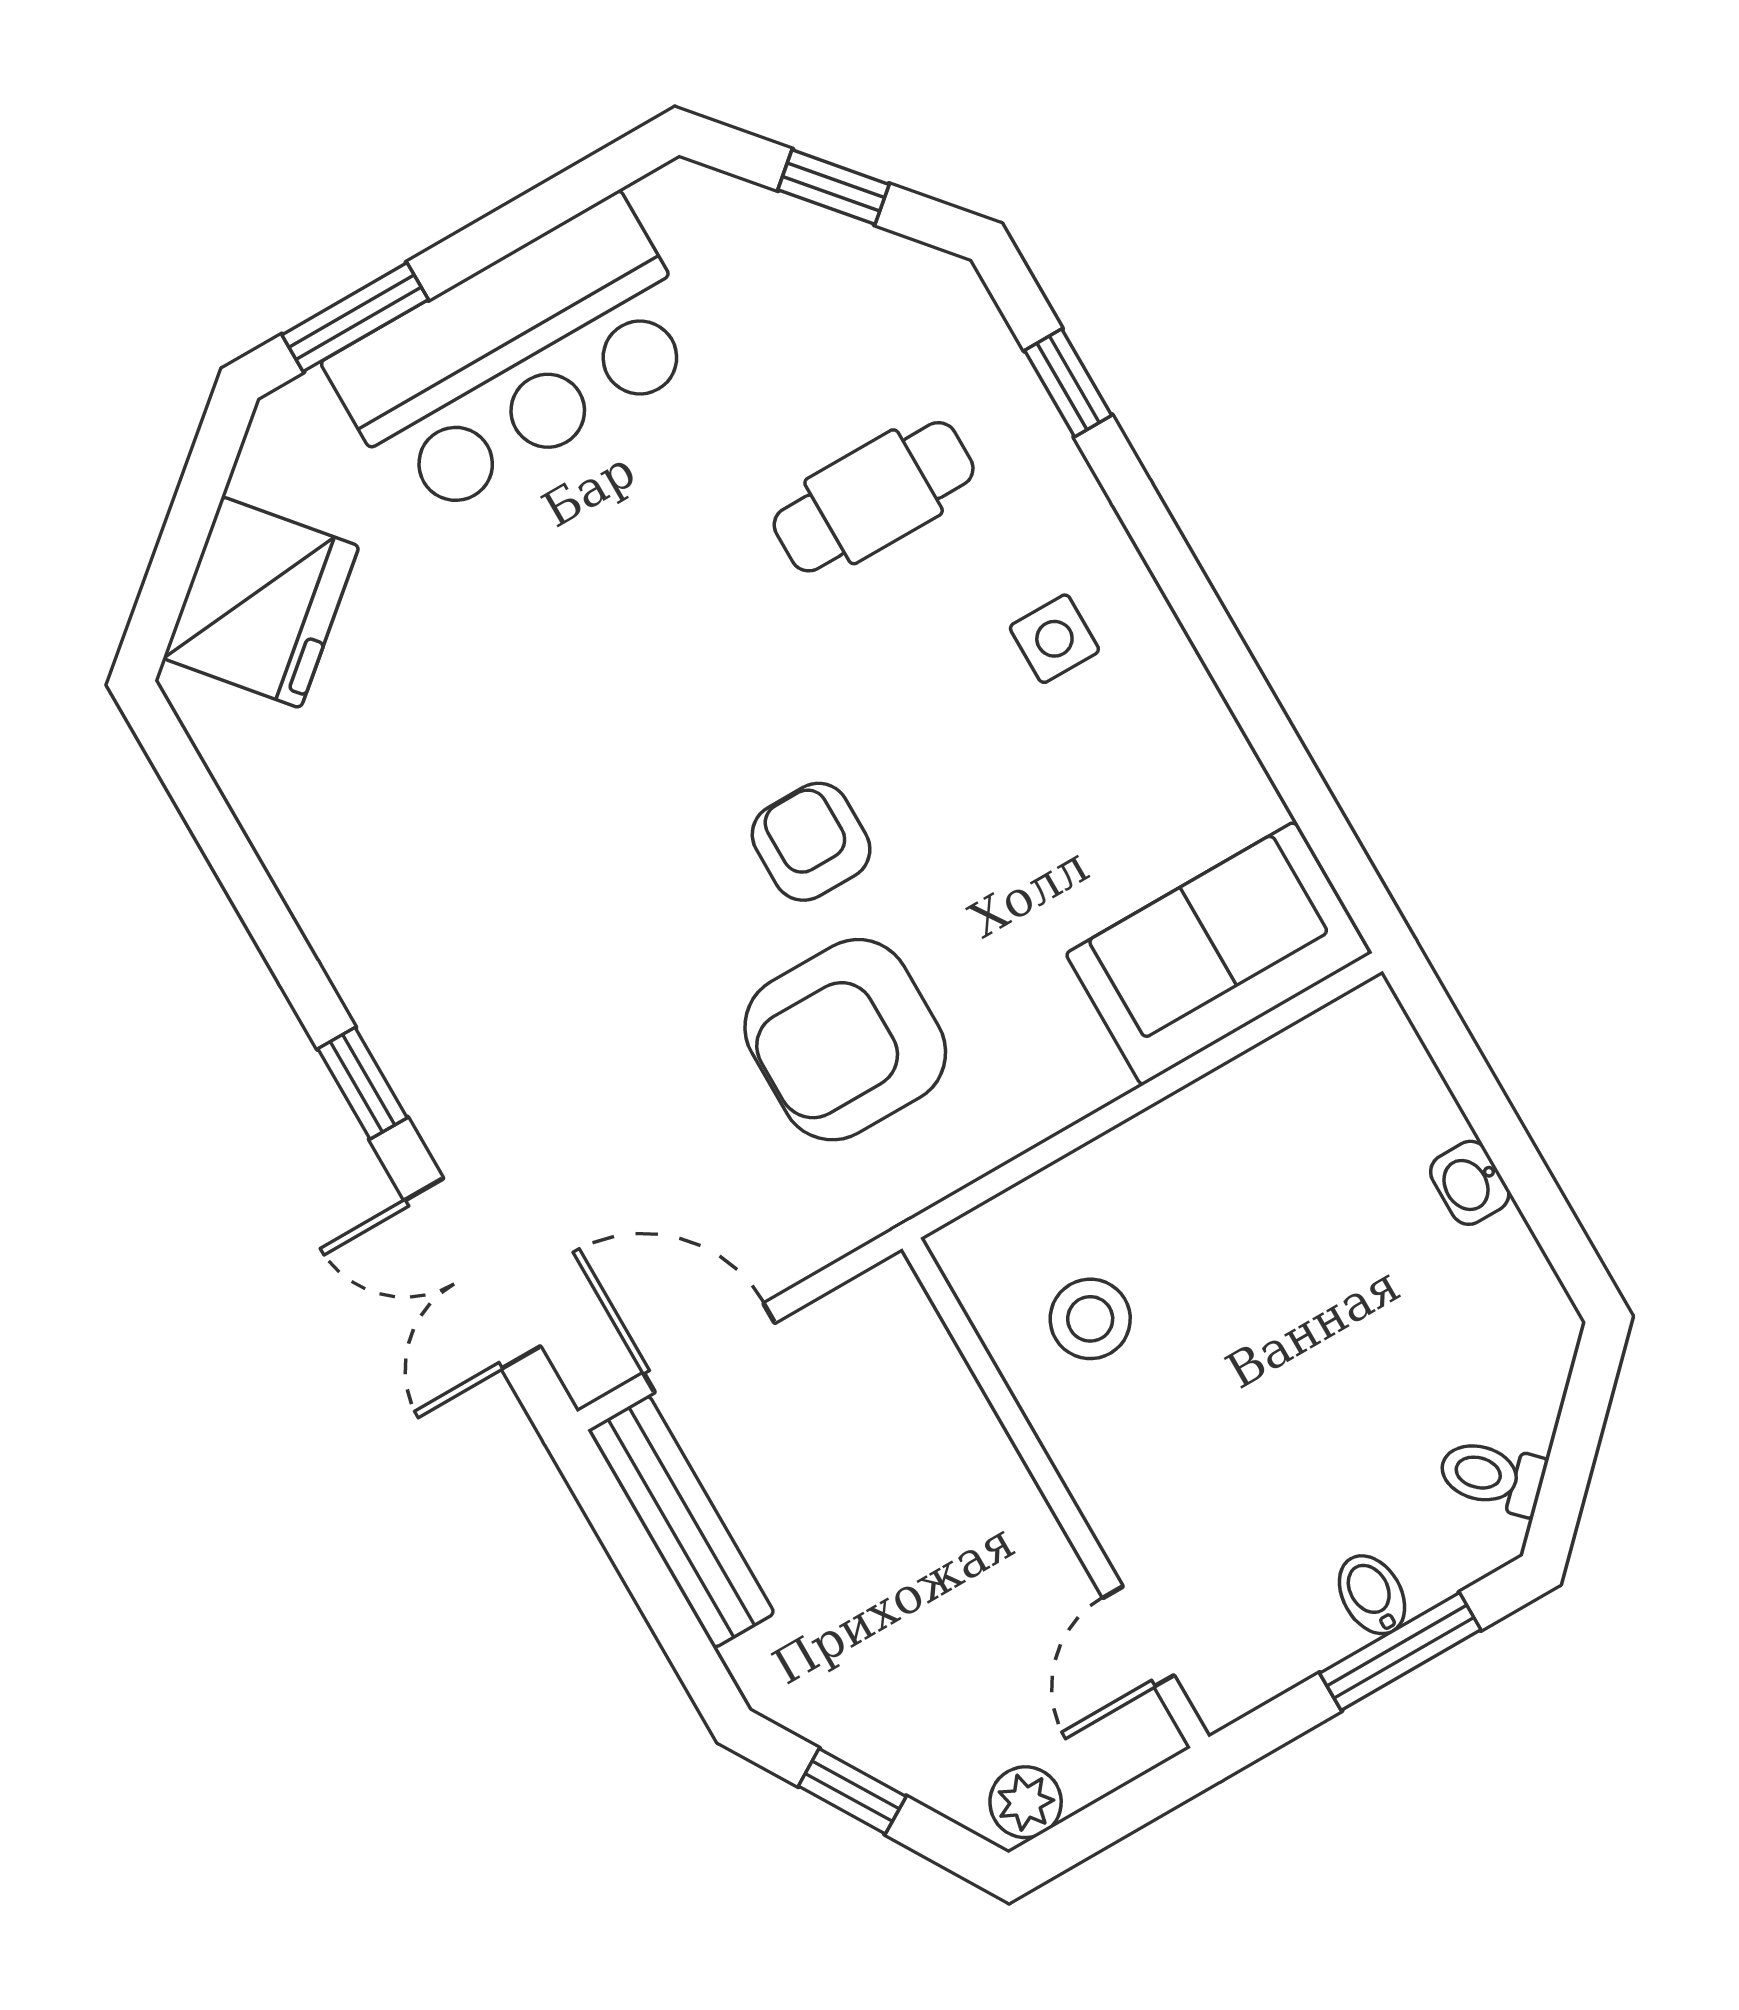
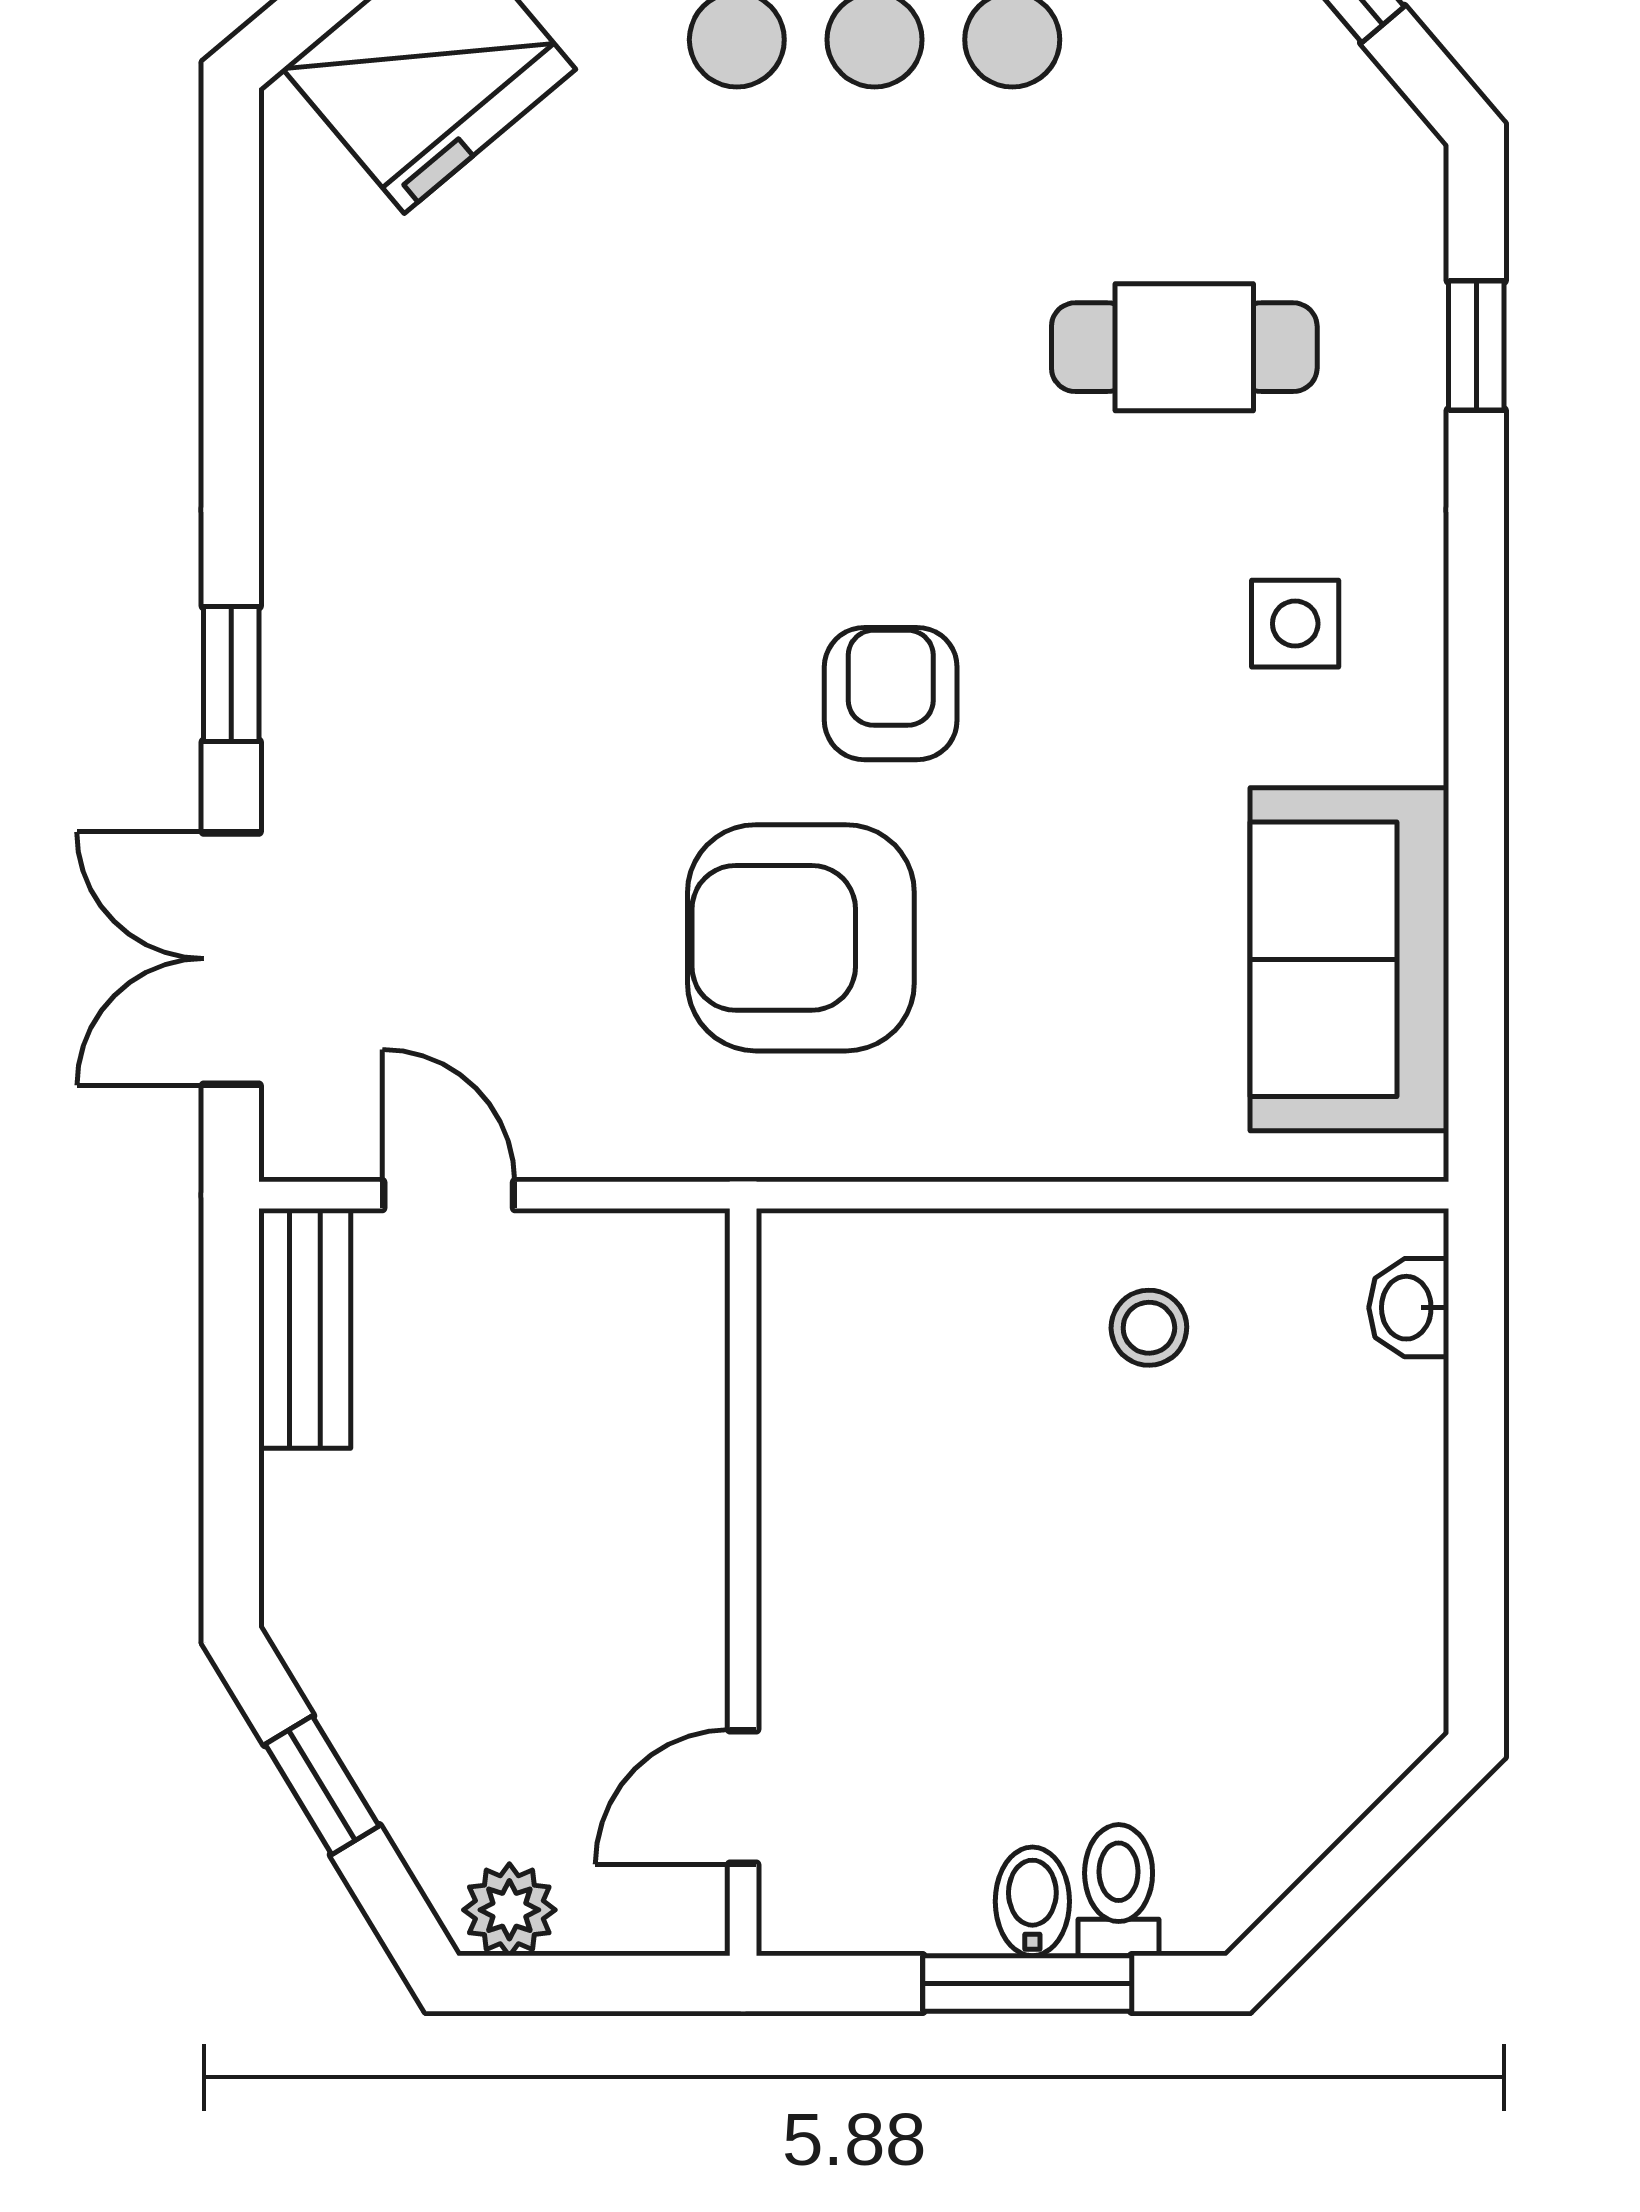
sofa: (1218, 954) -> (1349, 959), moved, turned -90
washbasin: (1470, 1183) -> (1409, 1308), moved
stool: (1090, 1319) -> (1149, 1328), moved, width x0.73, depth x0.73
door: (709, 1348) -> (449, 1195), width x0.73
toilet: (1492, 1476) -> (1119, 1890), moved, turned 45
bench: (681, 1522) -> (305, 1328), width x0.73

